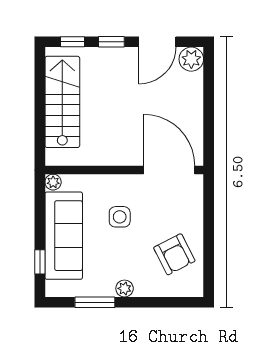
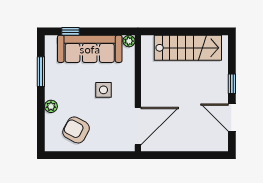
window: (72, 42) -> (232, 55), removed
plant: (191, 59) -> (219, 142), removed
armchair: (174, 254) -> (76, 130), turned 55
plant: (125, 288) -> (51, 106), moved

